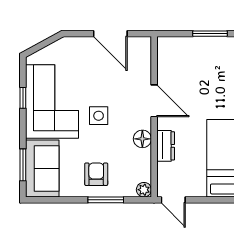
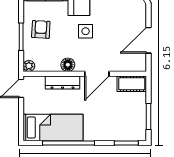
cot: (167, 55) -> (132, 84), added
dresser: (166, 146) -> (63, 82), width x1.44
armchair: (96, 174) -> (41, 29), turned -87

